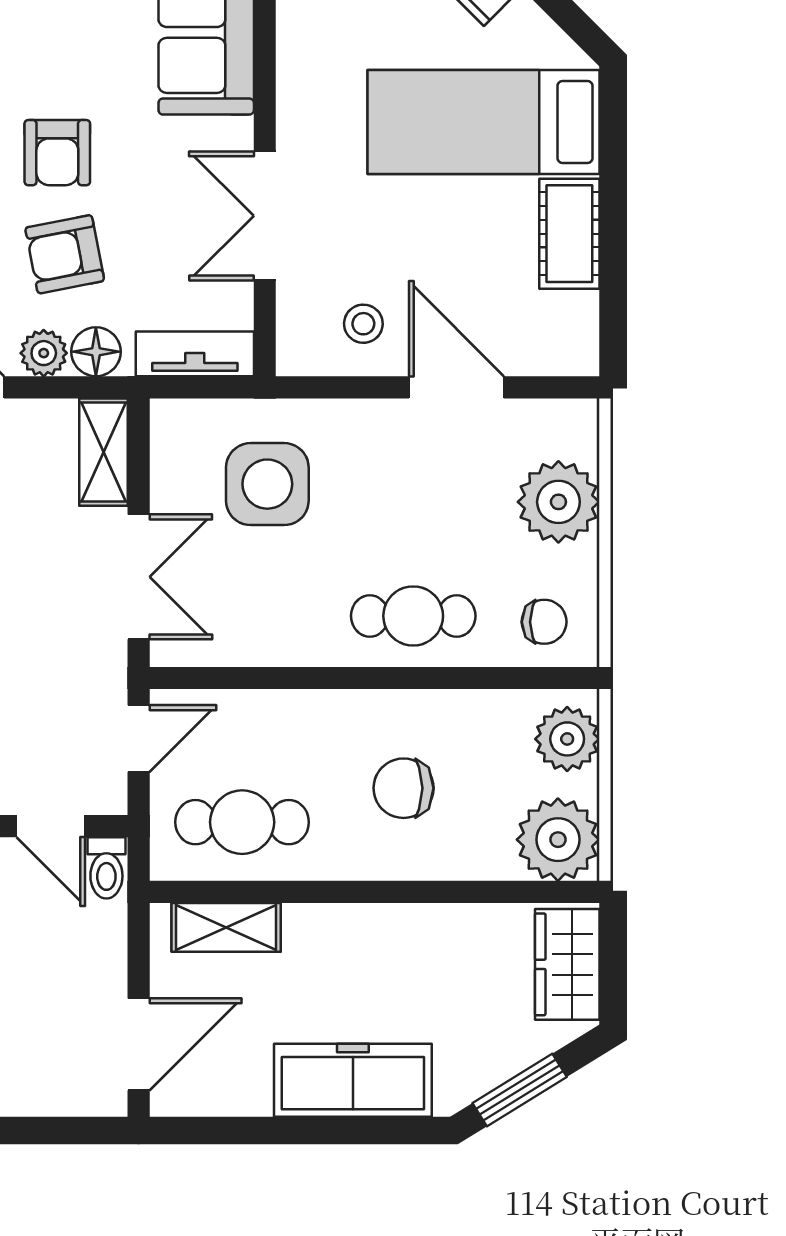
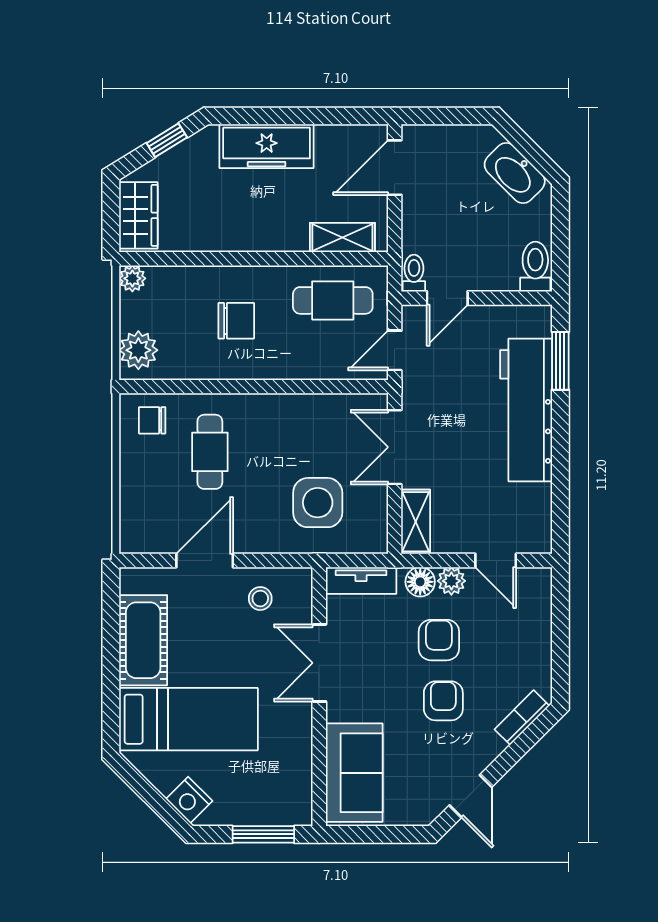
double door: (265, 216) -> (319, 663), swing flipped
cot: (569, 234) -> (143, 640), width x1.37, depth x1.34
armchair: (65, 254) -> (439, 640), turned -79
door: (456, 387) -> (205, 560), swing flipped
plant: (558, 502) -> (144, 492), removed
cafe table: (413, 616) -> (210, 452), moved, turned 90
door: (51, 826) -> (447, 298), swing flipped
plant: (558, 840) -> (132, 278), width x0.53, depth x0.53
window: (520, 1090) -> (167, 140), width x0.67

